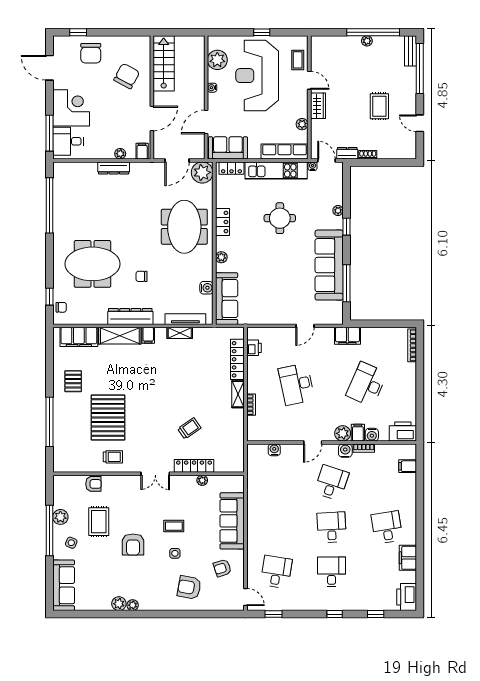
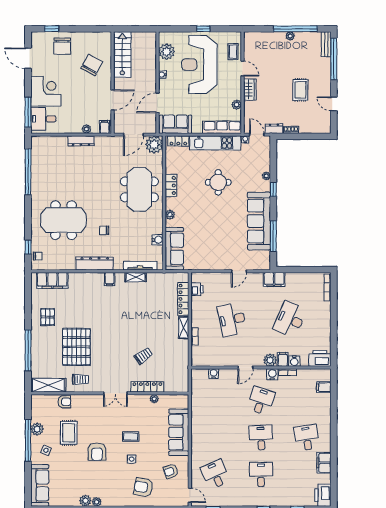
shelving: (120, 336) -> (48, 385), moved
desk: (276, 572) -> (215, 474), turned -33

